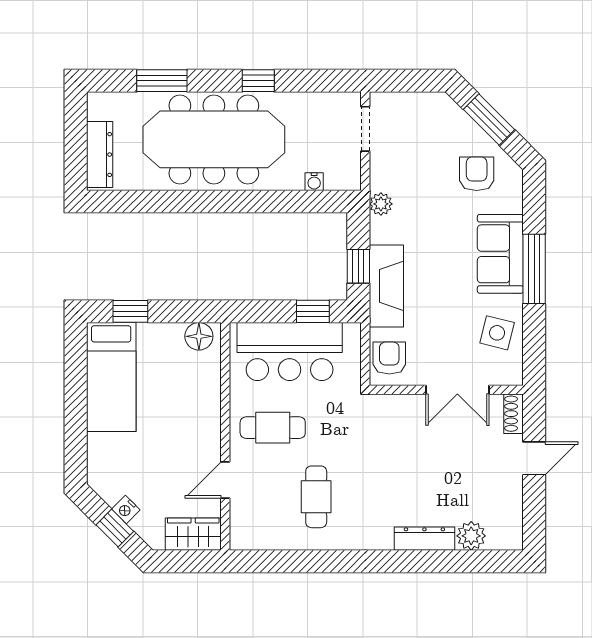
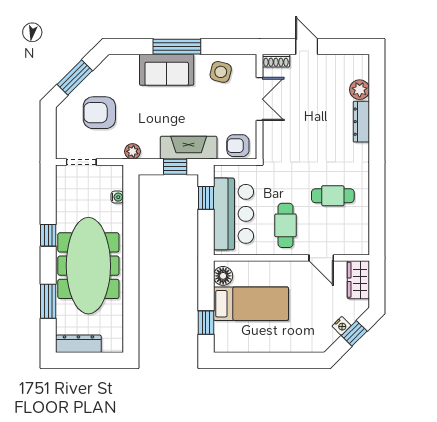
dresser: (100, 155) -> (78, 344), moved
armchair: (477, 174) -> (99, 113), moved, width x1.38, depth x1.38
bed: (111, 377) -> (251, 304), moved

